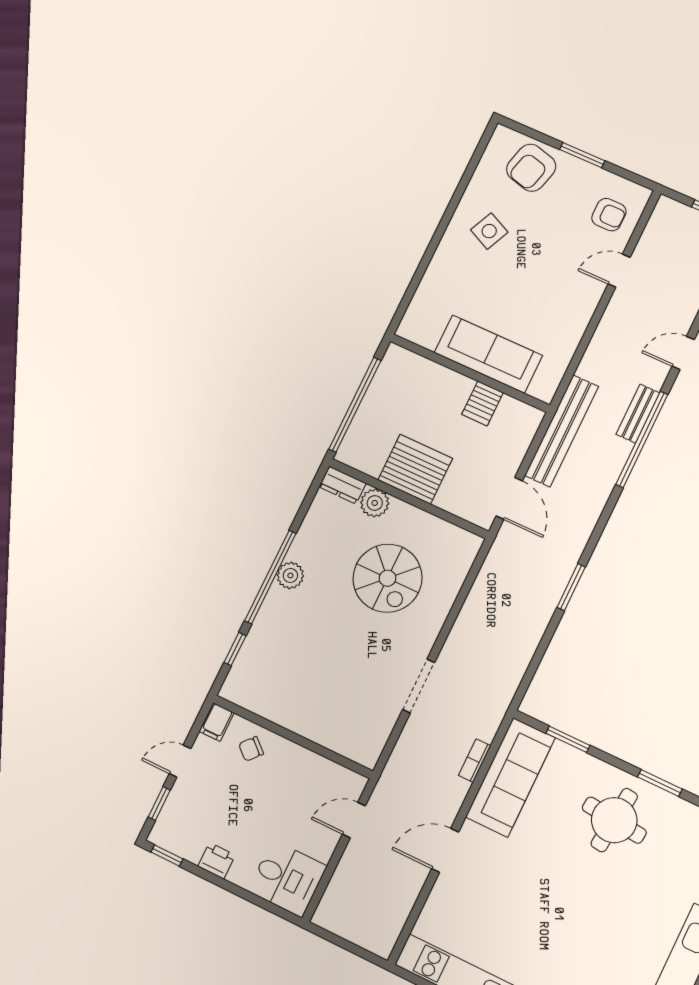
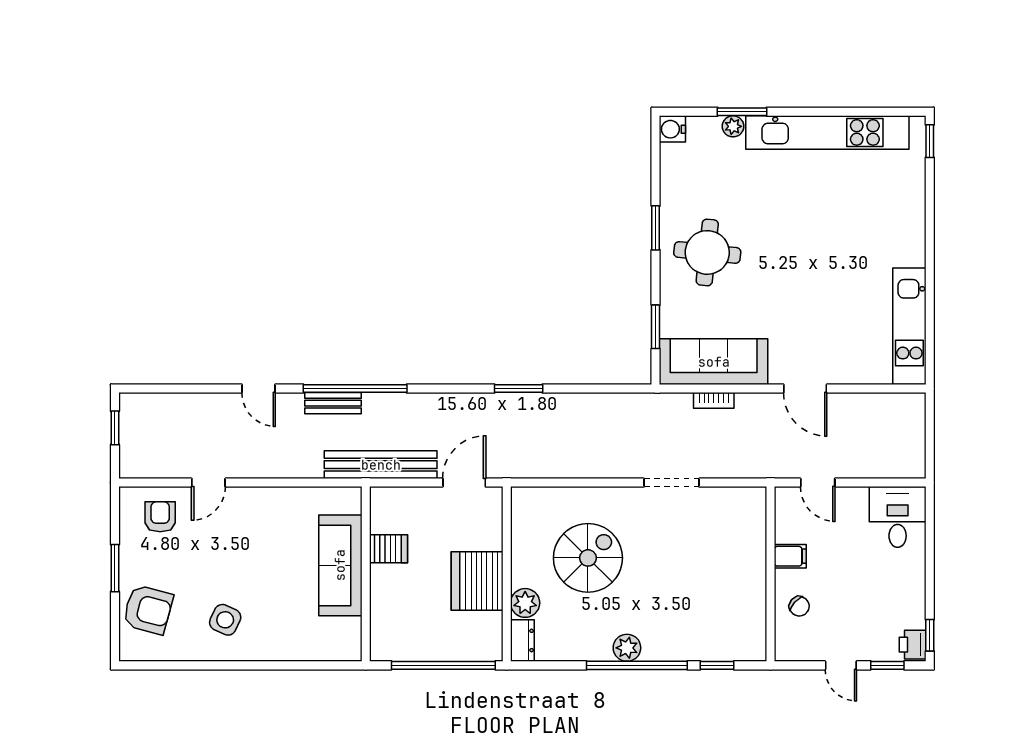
door: (619, 271) -> (208, 483), hinge flipped
filing cabinet: (217, 722) -> (790, 556), moved
printer: (216, 861) -> (913, 645), moved

